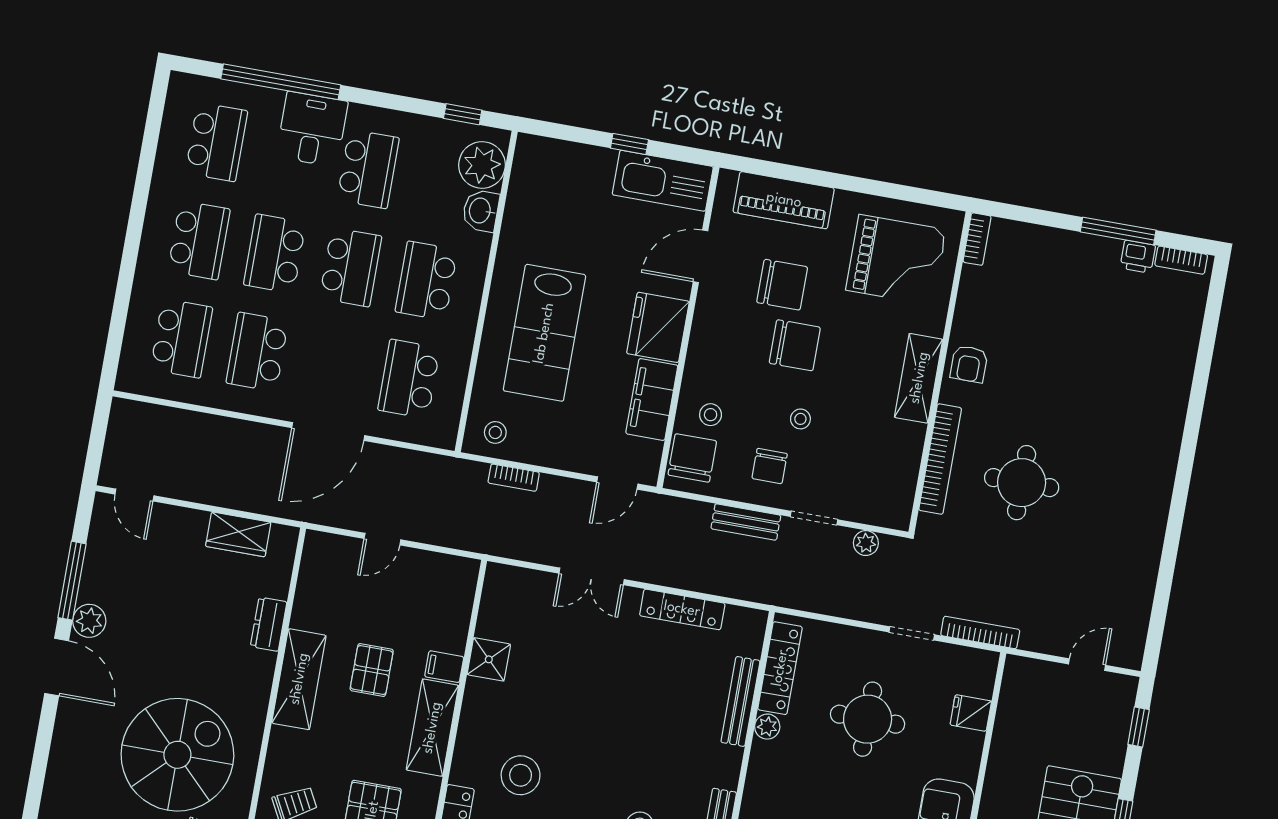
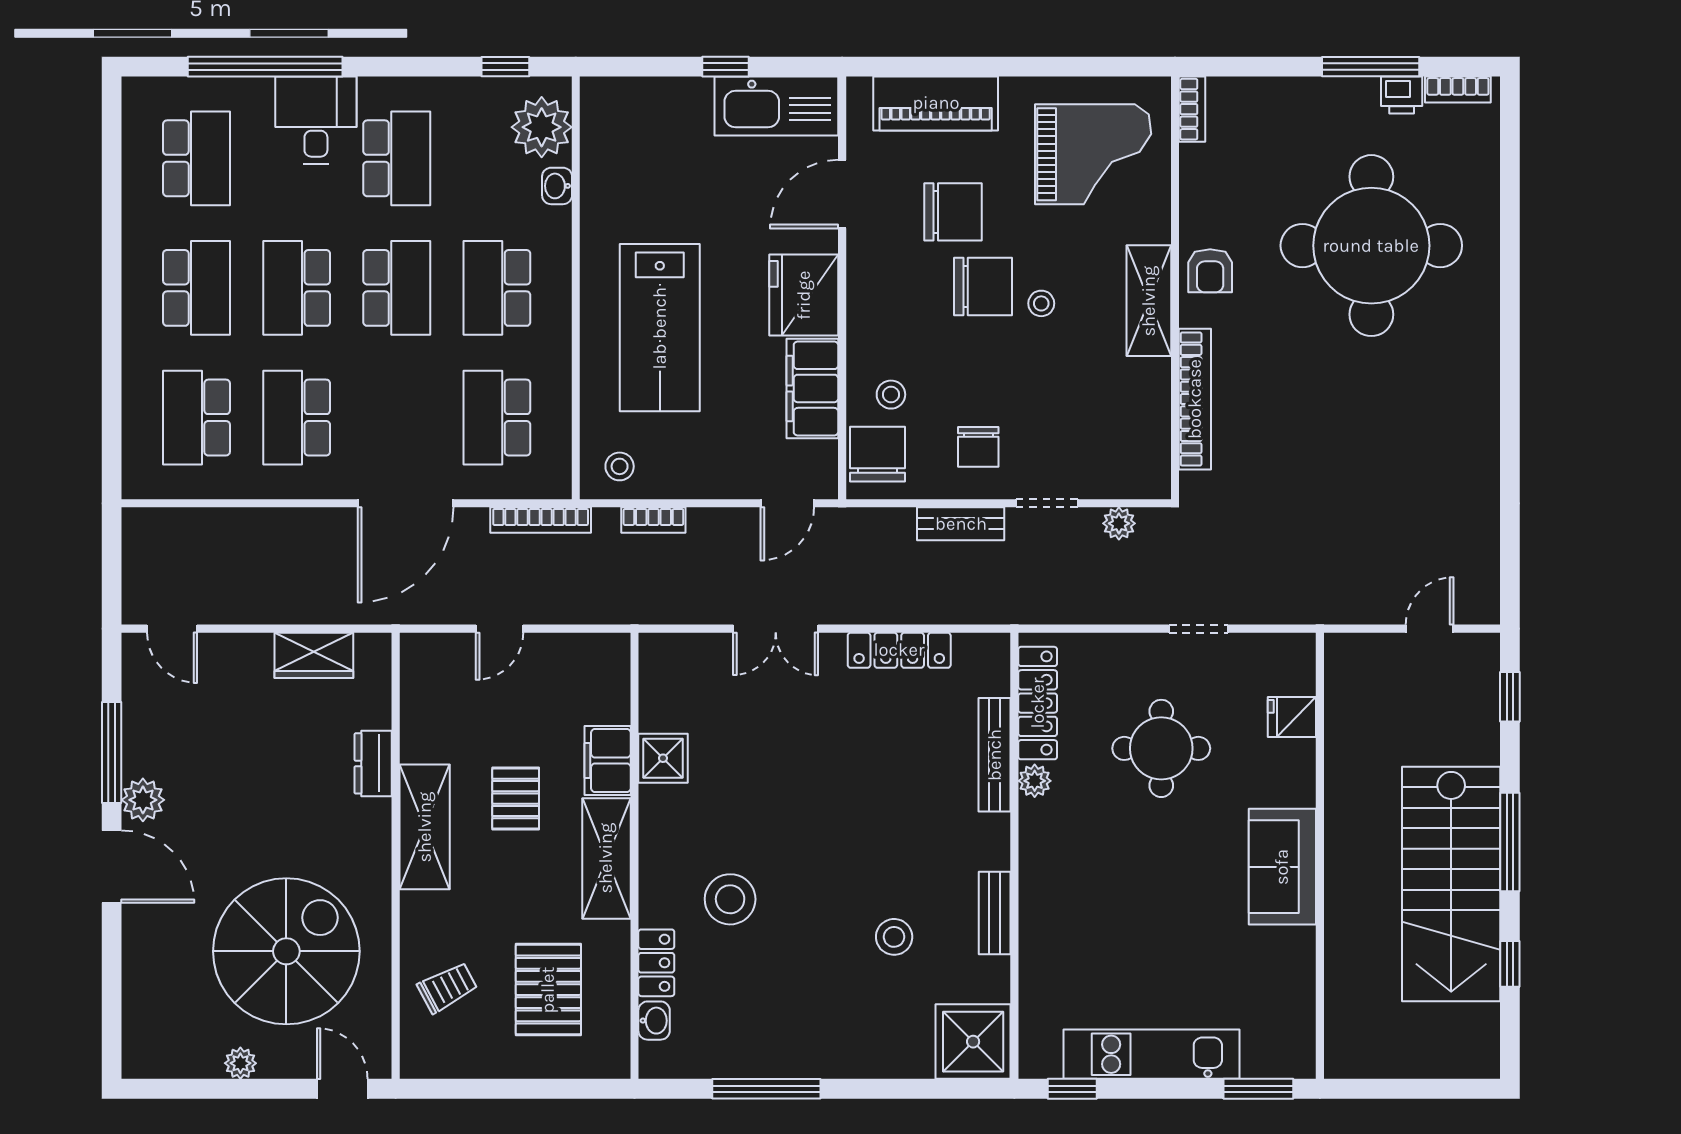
washbasin: (481, 211) -> (557, 186), width x0.72, depth x0.69
school desk: (181, 338) -> (197, 418), turned 180
stool: (800, 419) -> (1041, 303), moved
round table: (1022, 483) -> (1371, 246), moved, width x1.86, depth x1.86
bookcase: (980, 633) -> (541, 520), moved, turned 180
filing cabinet: (444, 667) -> (608, 761), width x2.00

